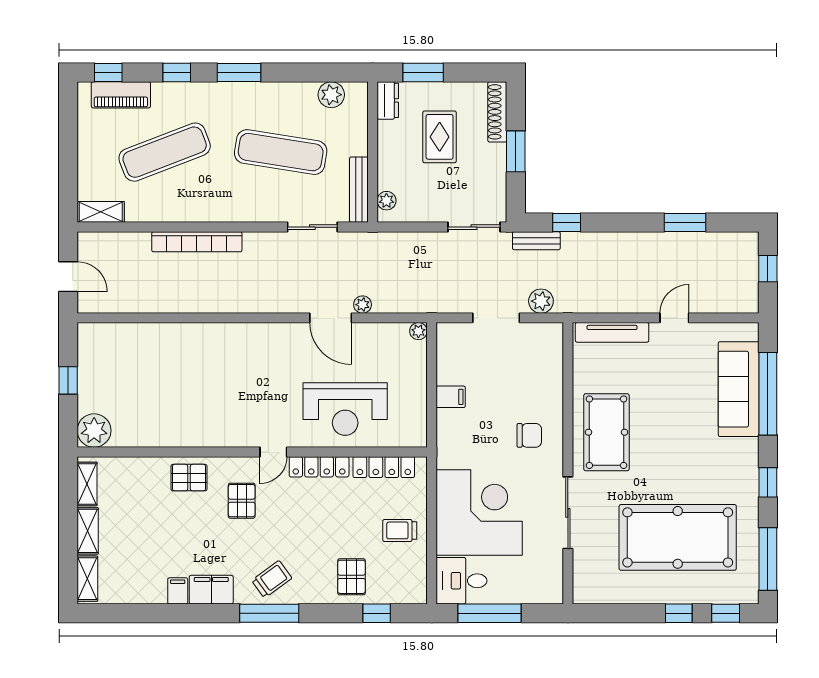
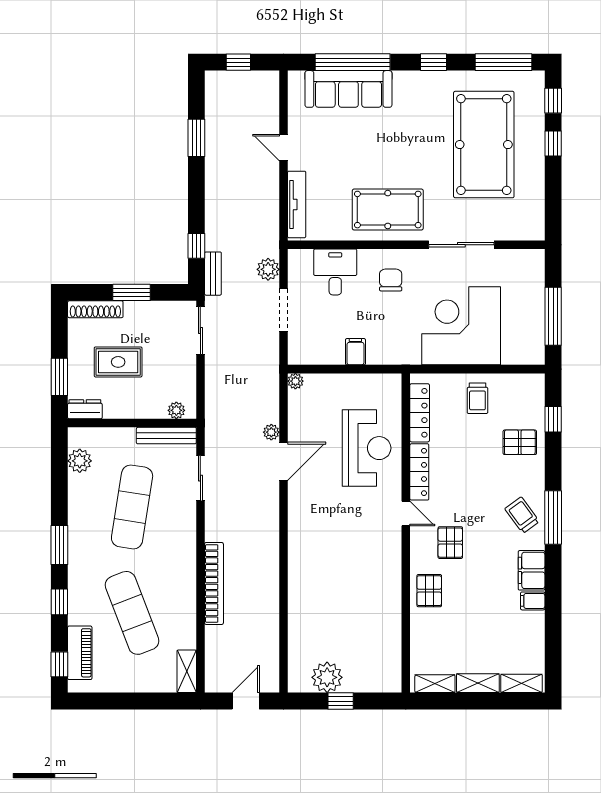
plant: (94, 431) -> (327, 677), moved
pallet: (242, 501) -> (450, 543), turned 90
desk: (461, 581) -> (335, 272), moved, turned 180

